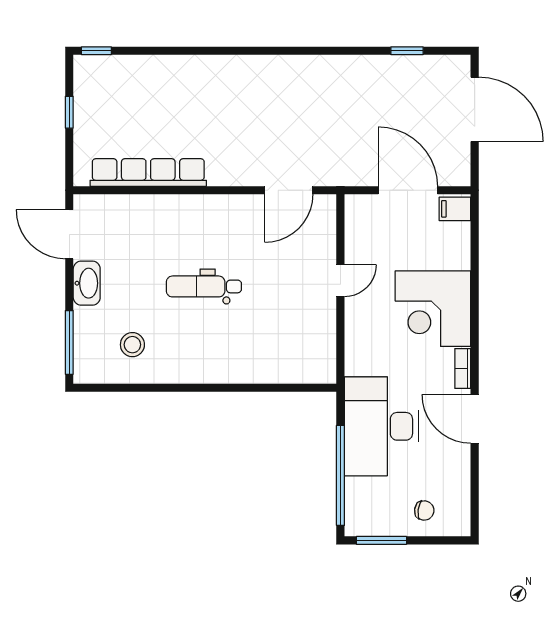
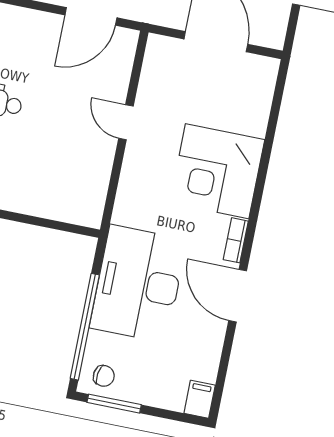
filing cabinet: (455, 209) -> (200, 399), moved, turned 90
door: (340, 281) -> (126, 122), swing flipped
chair: (424, 510) -> (104, 376), moved

